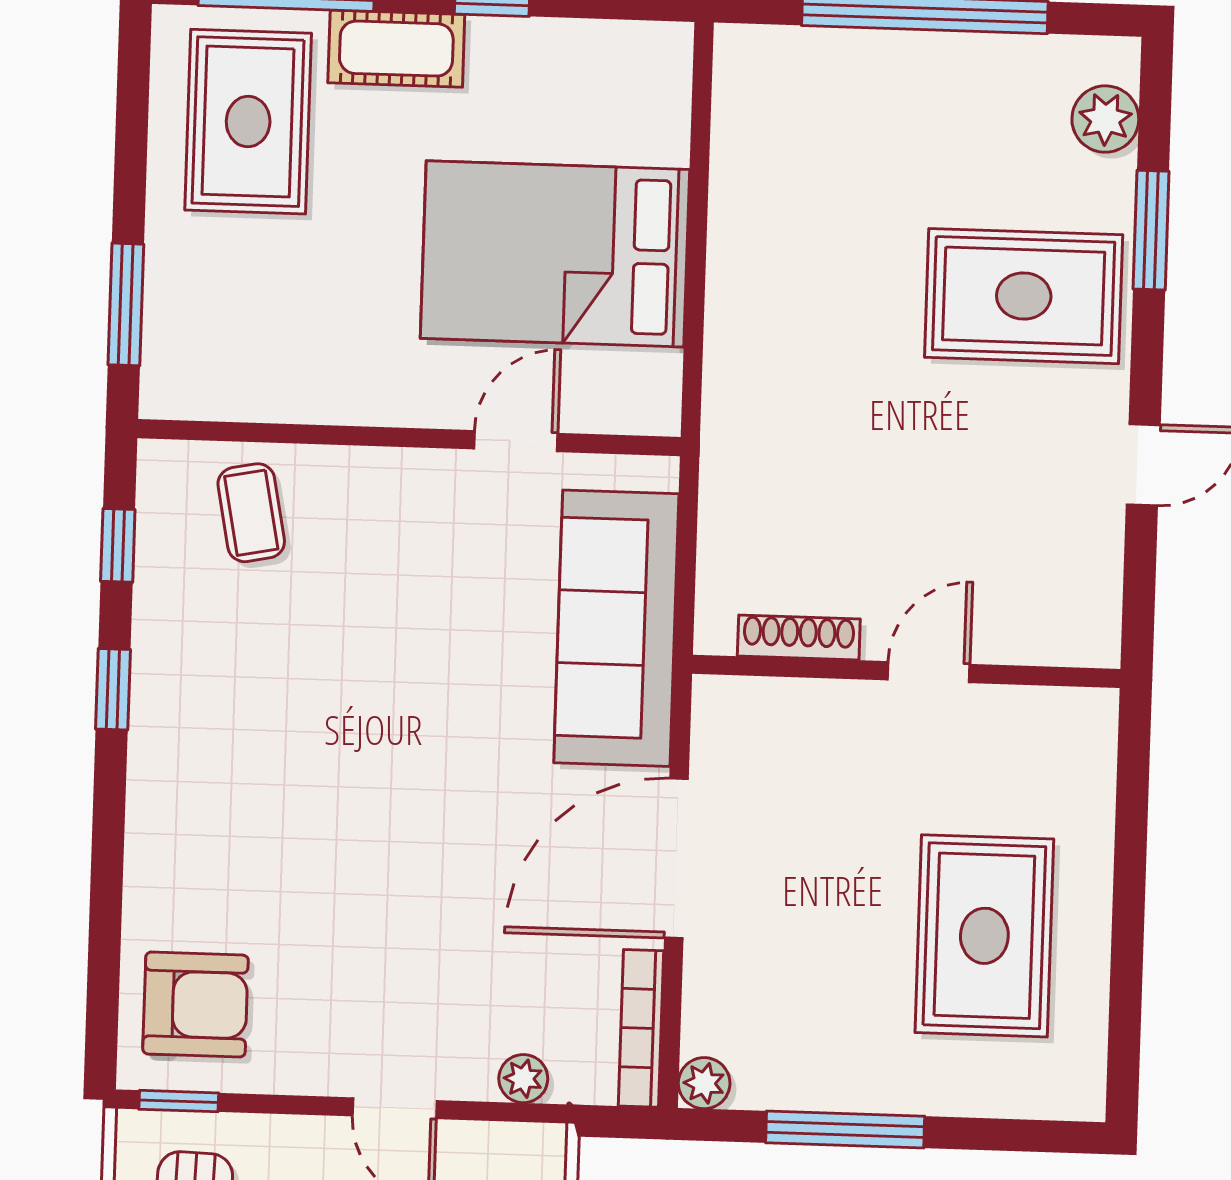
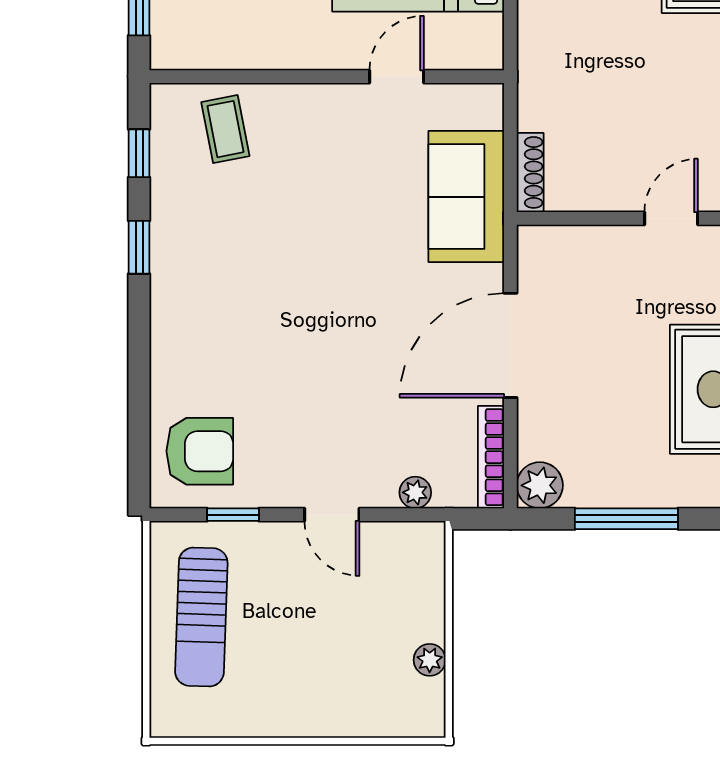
sofa: (616, 628) -> (466, 197), width x0.73
shoe rack: (799, 638) -> (530, 172), moved, turned 90
plant: (704, 1083) -> (540, 485), width x1.38, depth x1.38
window: (179, 1101) -> (233, 515), moved

